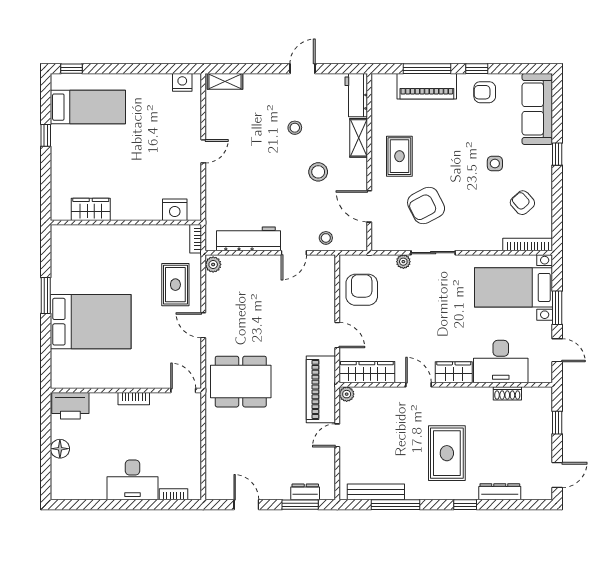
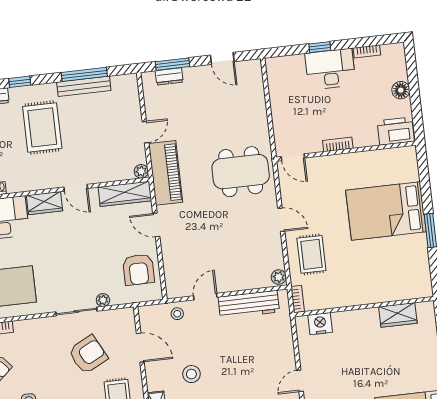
bench: (376, 492) -> (84, 86), moved
bookcase: (174, 494) -> (367, 51), moved
window: (141, 505) -> (320, 47), added

